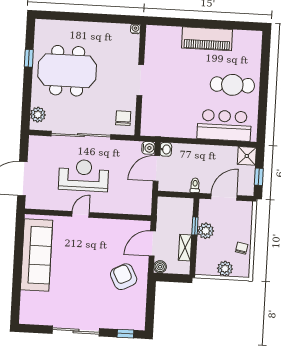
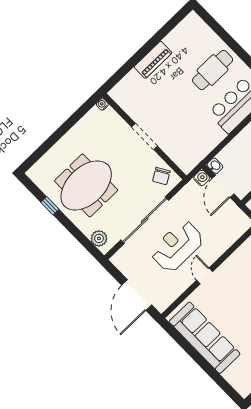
piano: (207, 39) -> (153, 60), width x0.73, depth x0.75
chair: (123, 118) -> (161, 176), turned -121

